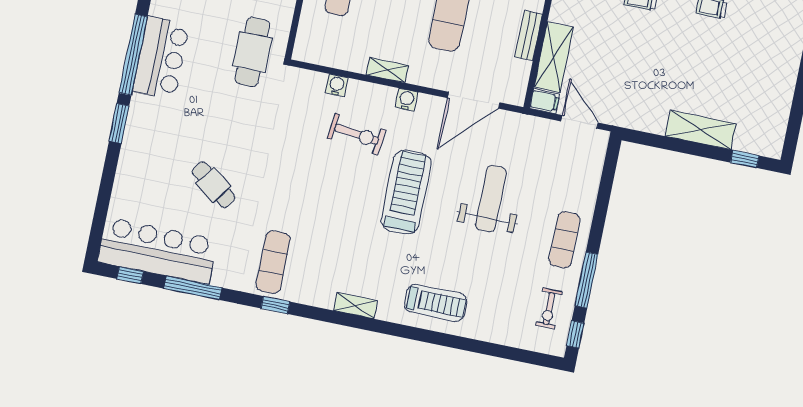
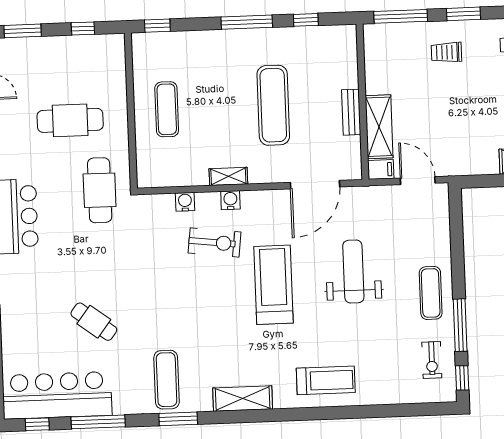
water cooler: (407, 100) -> (230, 200), moved
window: (275, 305) -> (178, 419), width x1.50
shelving: (356, 306) -> (243, 399), width x1.50, depth x1.33

